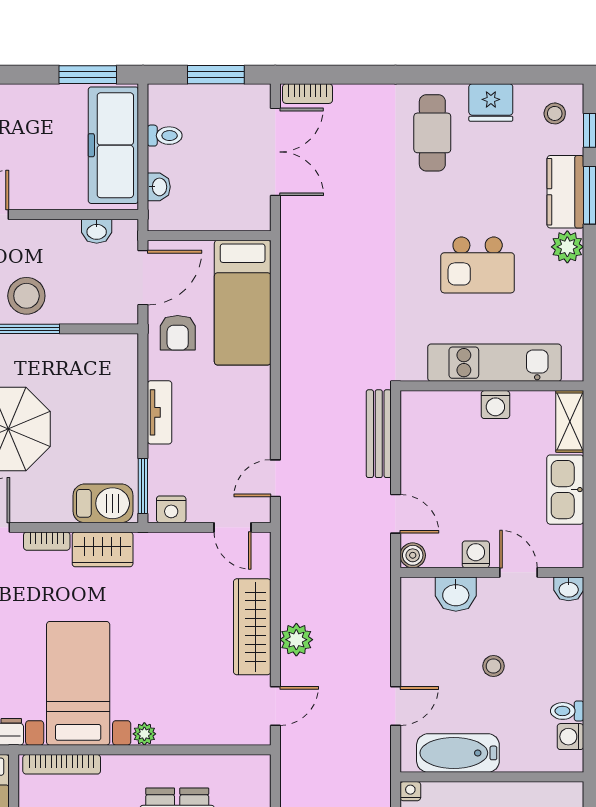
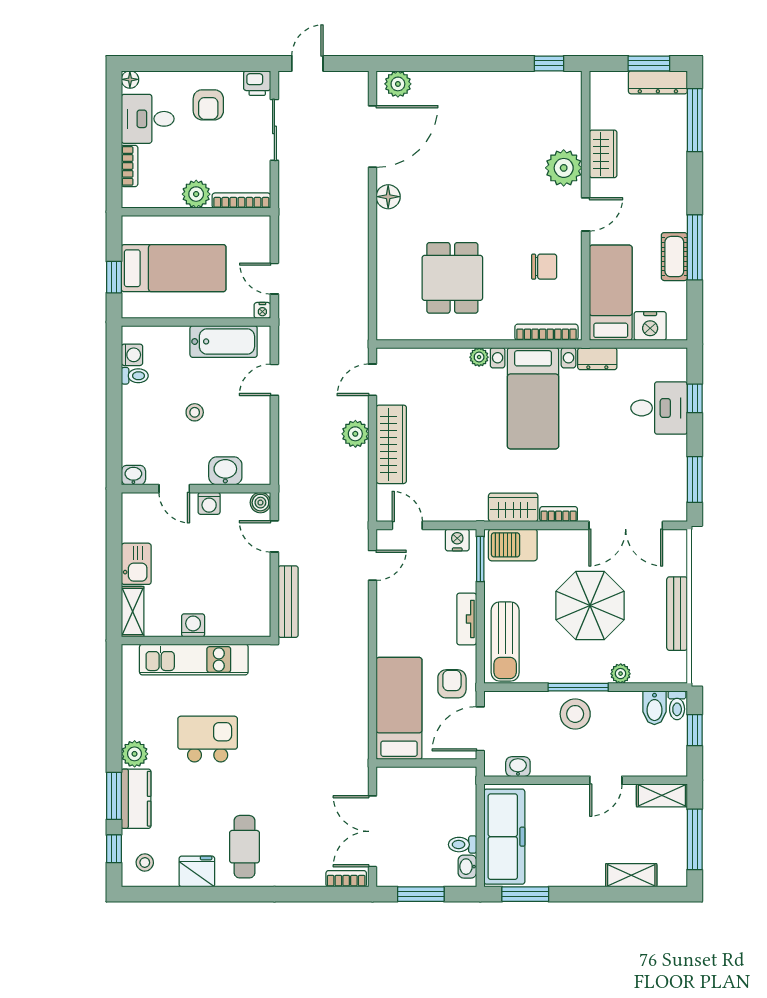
washbasin: (159, 187) -> (467, 867), moved
sun lounger: (112, 385) -> (505, 641), added
kitchen sink: (565, 490) -> (136, 564), width x0.73

